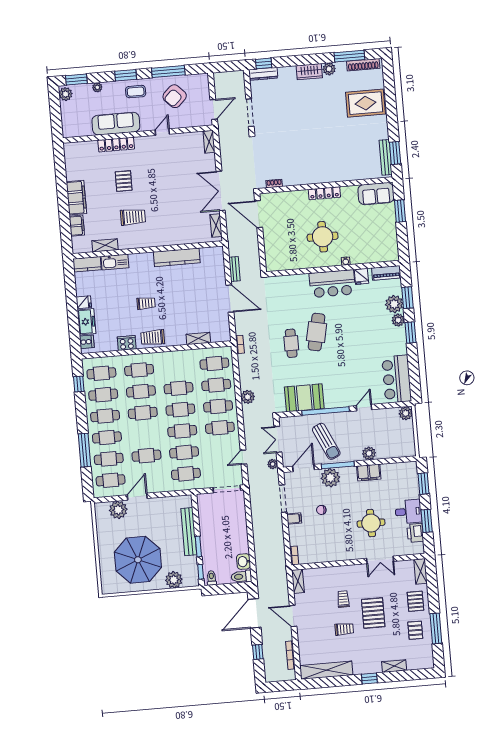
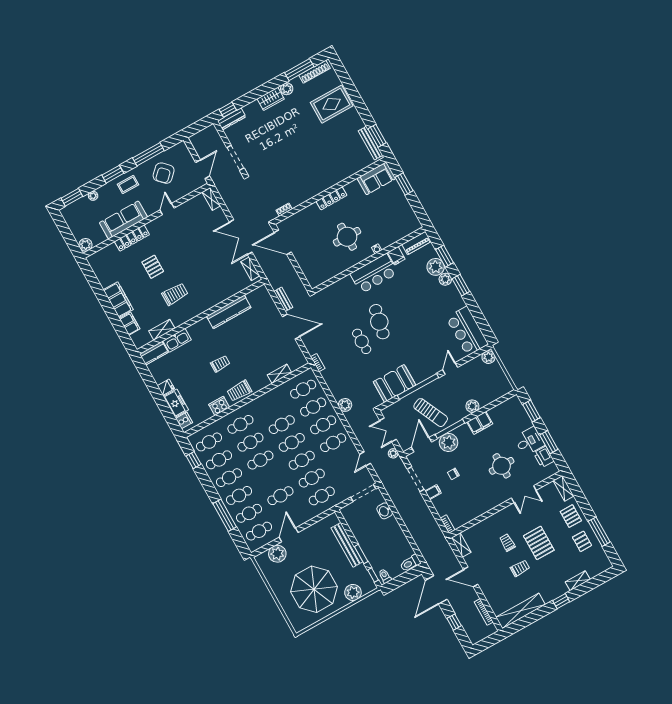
plant: (66, 94) -> (85, 245), moved
washbasin: (243, 562) -> (385, 511), moved

